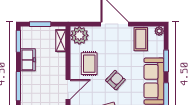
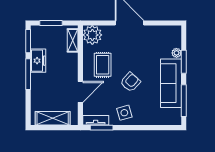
plant: (159, 31) -> (176, 53), moved
coffee table: (141, 39) -> (157, 39), removed
window: (18, 86) -> (28, 74), moved

